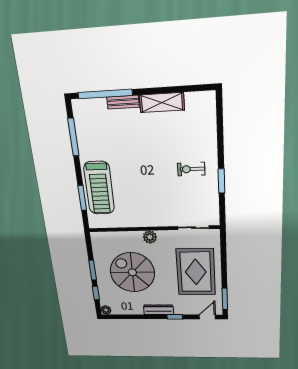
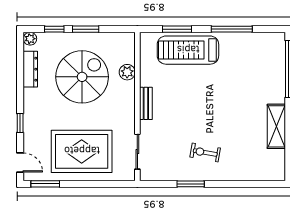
bench: (123, 102) -> (146, 103), moved
window: (73, 137) -> (232, 29), moved
exercise bike: (191, 169) -> (205, 152), turned -80
plant: (150, 237) -> (127, 72), moved
dresser: (159, 310) -> (30, 69), moved

